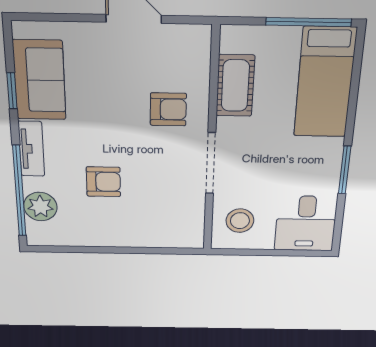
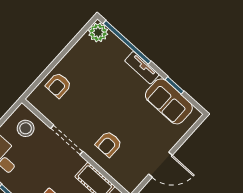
armchair: (103, 182) -> (59, 85), moved
plant: (40, 207) -> (98, 32), moved

